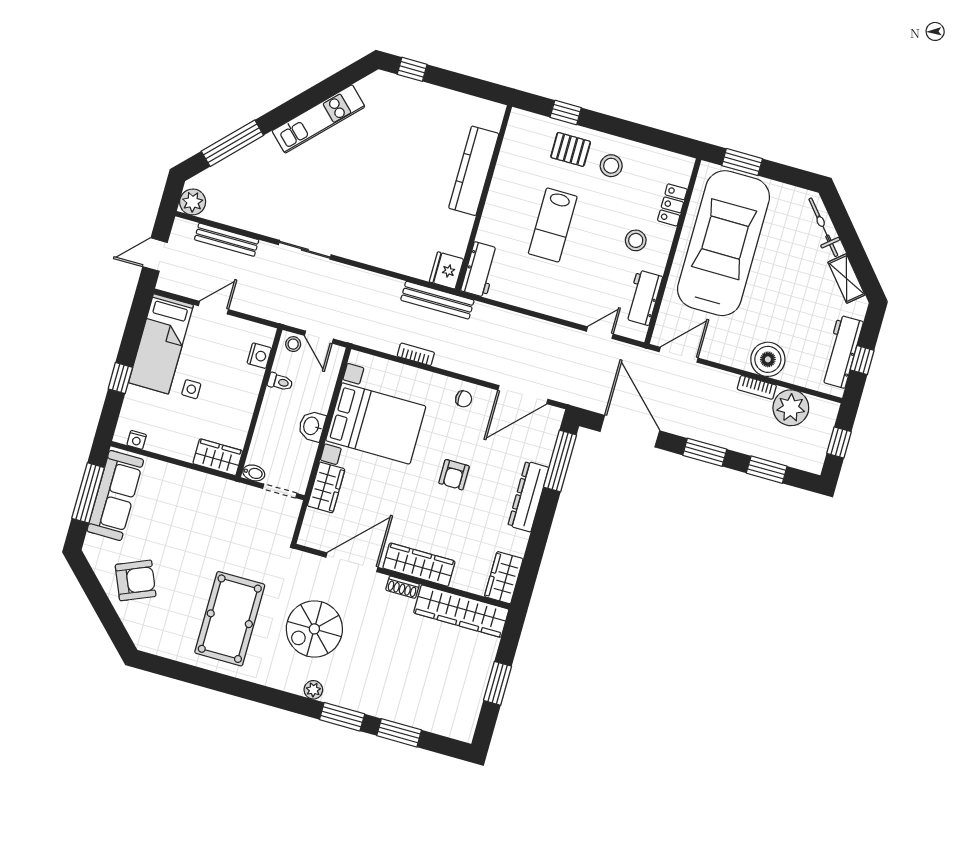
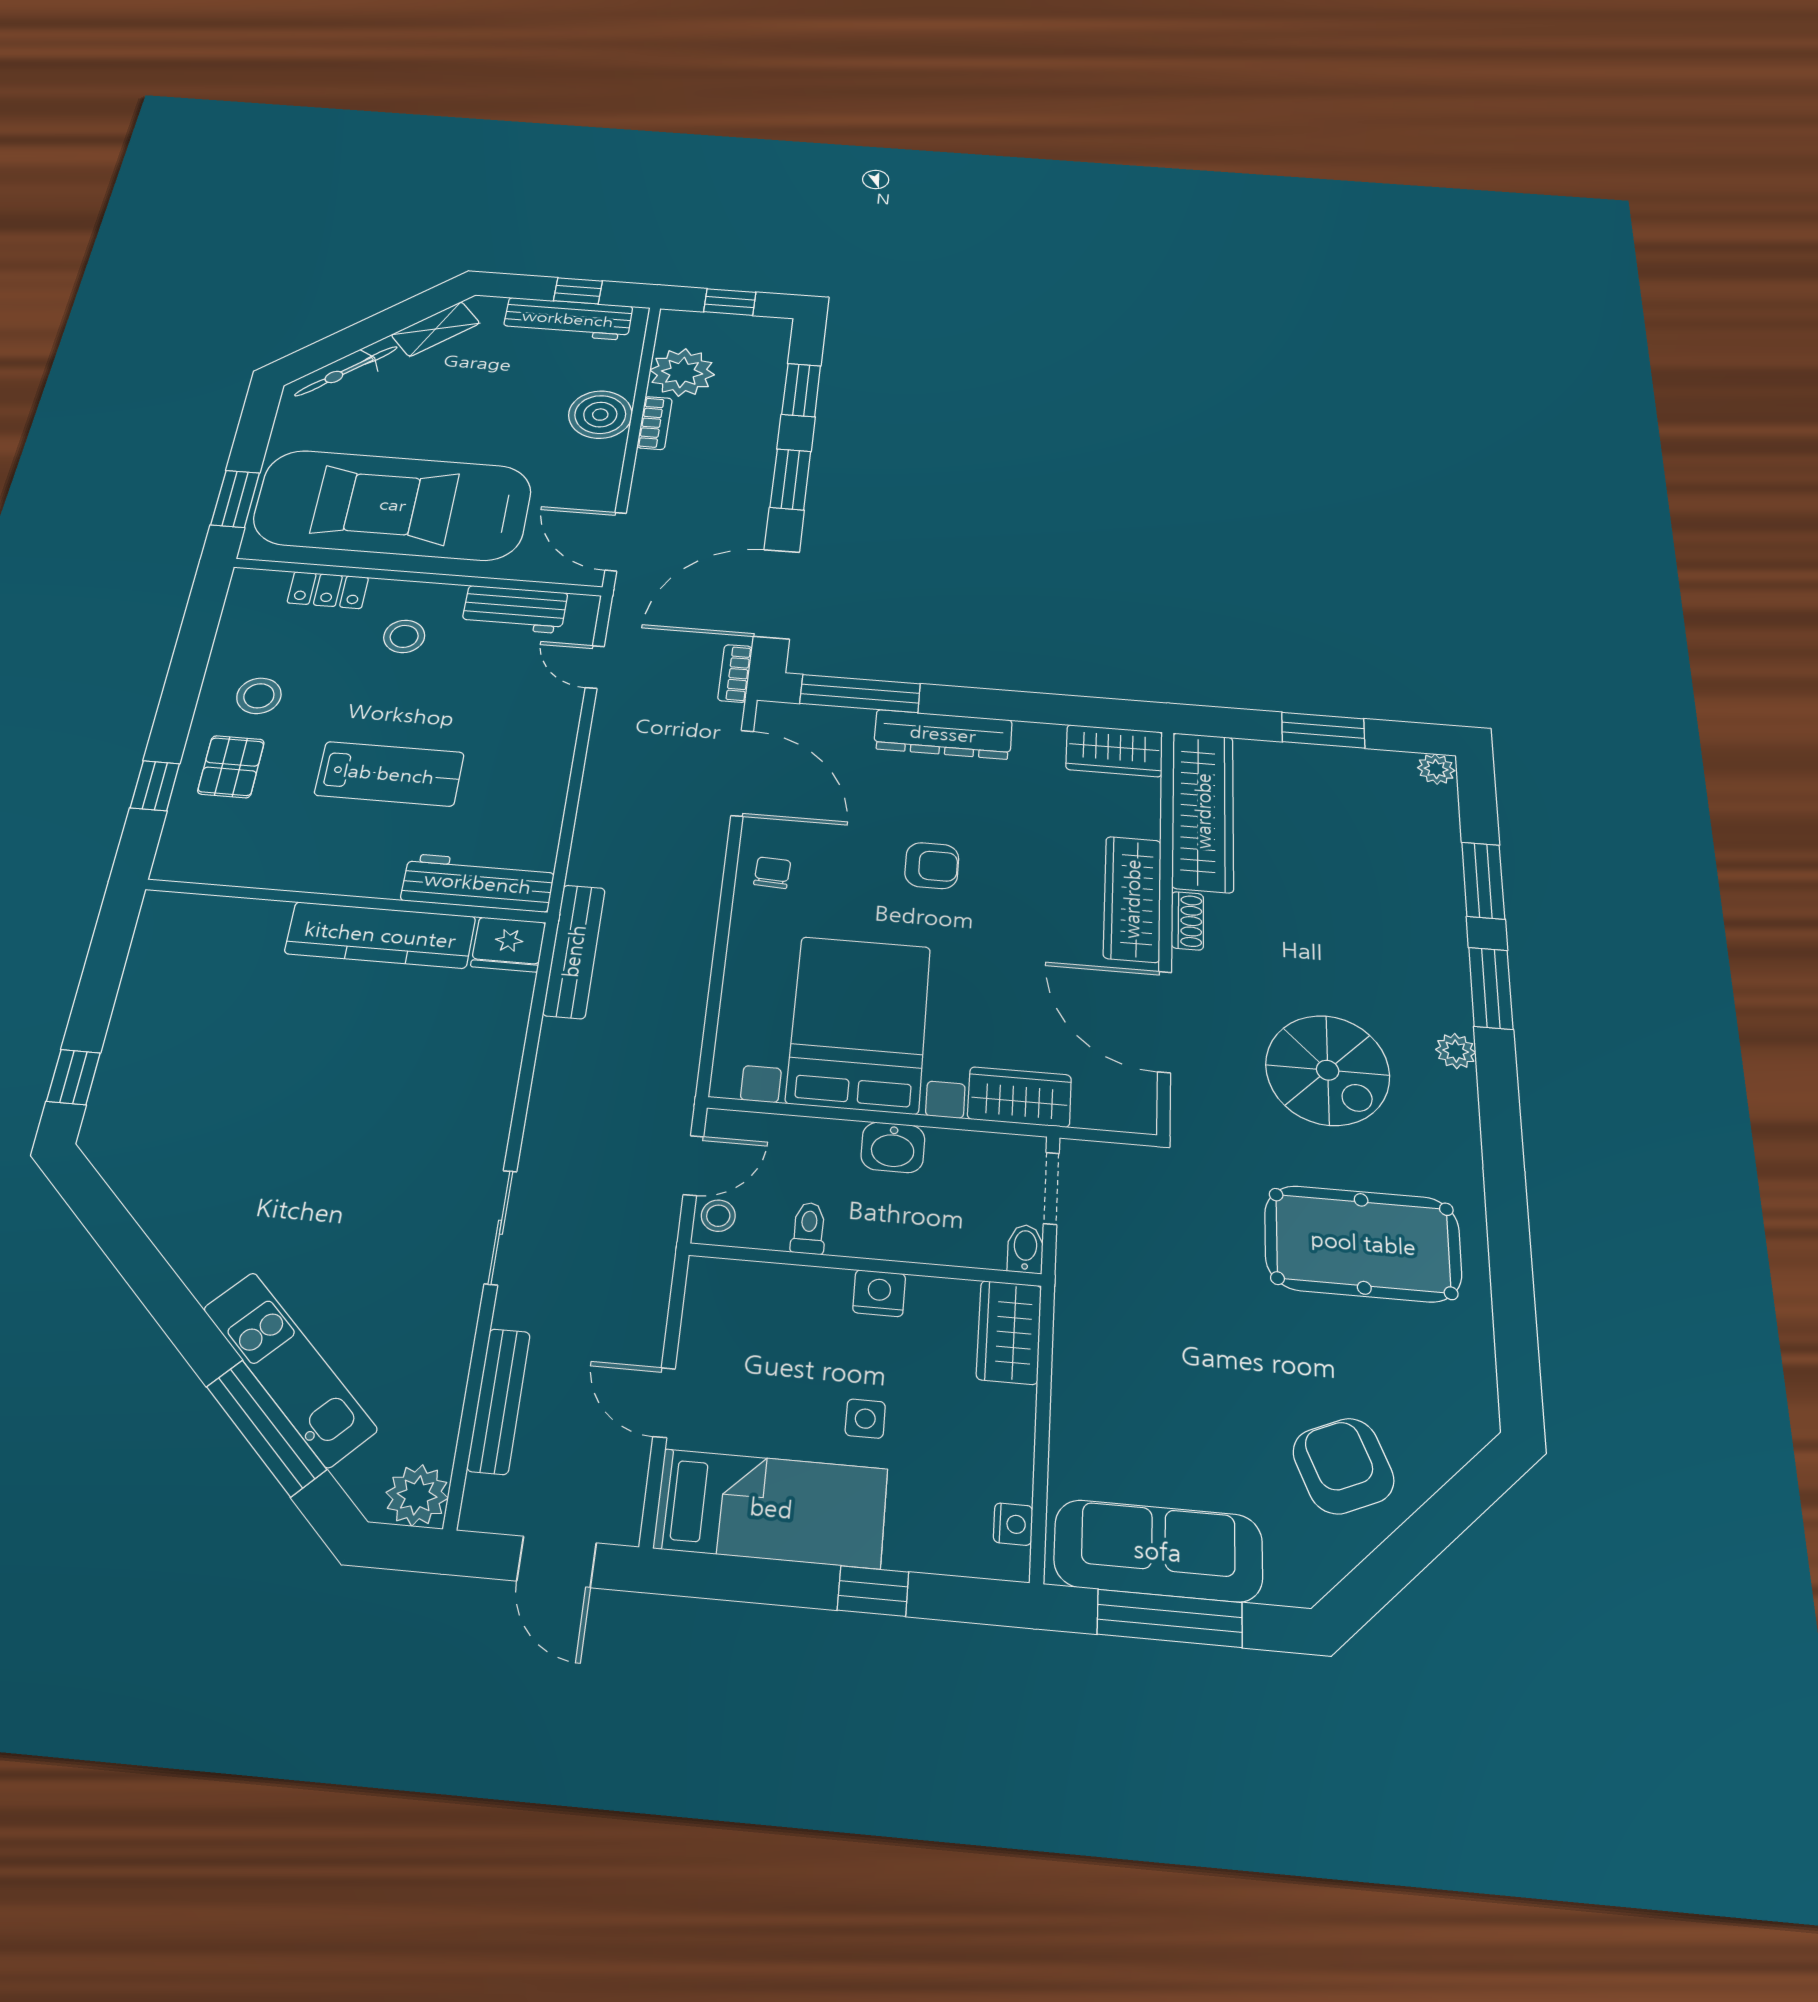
kitchen unit: (318, 119) -> (290, 1369), moved
kitchen counter: (474, 171) -> (380, 935), moved
workbench: (480, 270) -> (478, 883), width x1.38
bookcase: (416, 354) -> (735, 673), moved
nightstand: (259, 356) -> (879, 1293), moved
plant: (465, 731) -> (1436, 769), added

